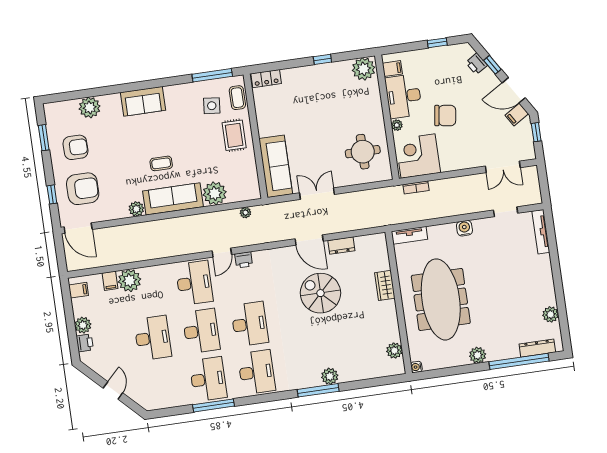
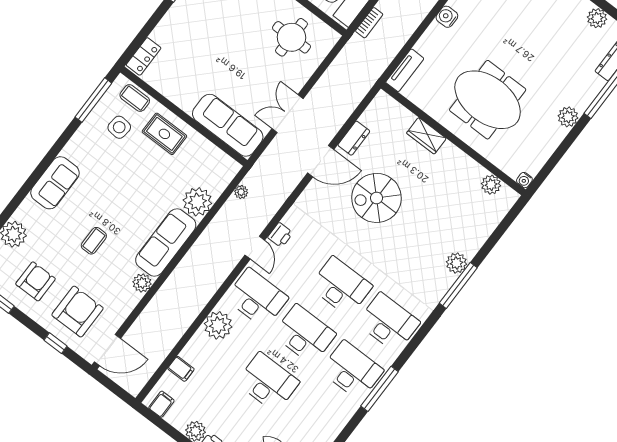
coffee table: (161, 163) -> (94, 241), moved
plant: (130, 280) -> (218, 325), moved
meeting table: (441, 299) -> (488, 100), width x0.73

